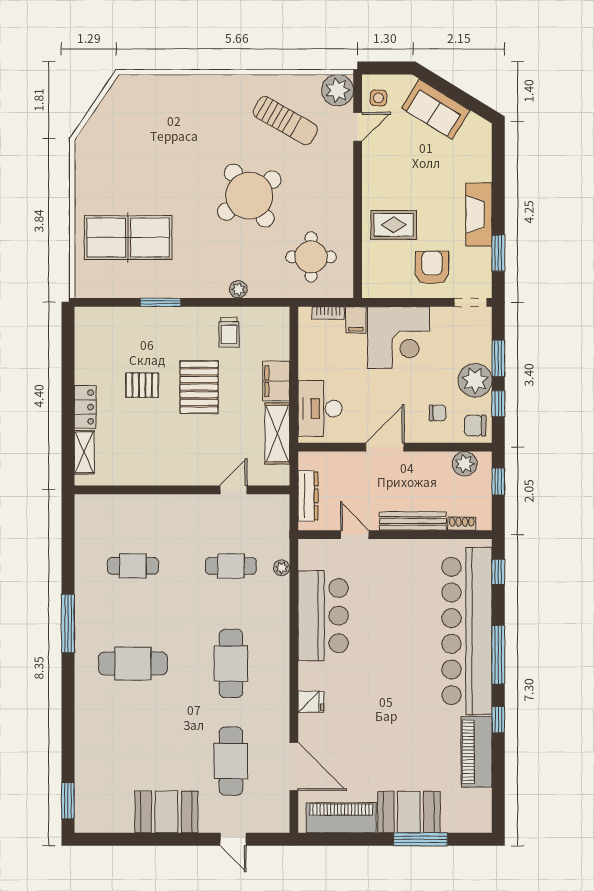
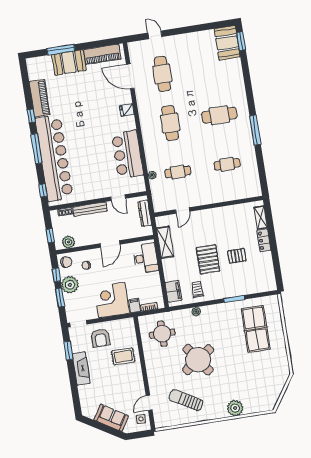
plant: (338, 90) -> (235, 408), moved
table tennis table: (128, 238) -> (256, 329), turned 90
filing cabinet: (276, 381) -> (173, 291), moved
booth: (166, 812) -> (227, 43), moved, turned 90

